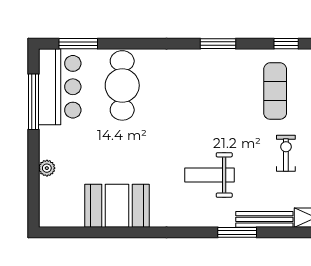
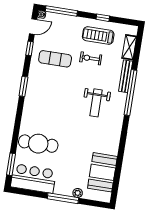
window: (34, 102) -> (63, 198), moved
booth: (117, 206) -> (102, 172), moved
window: (237, 232) -> (130, 93), width x2.11

